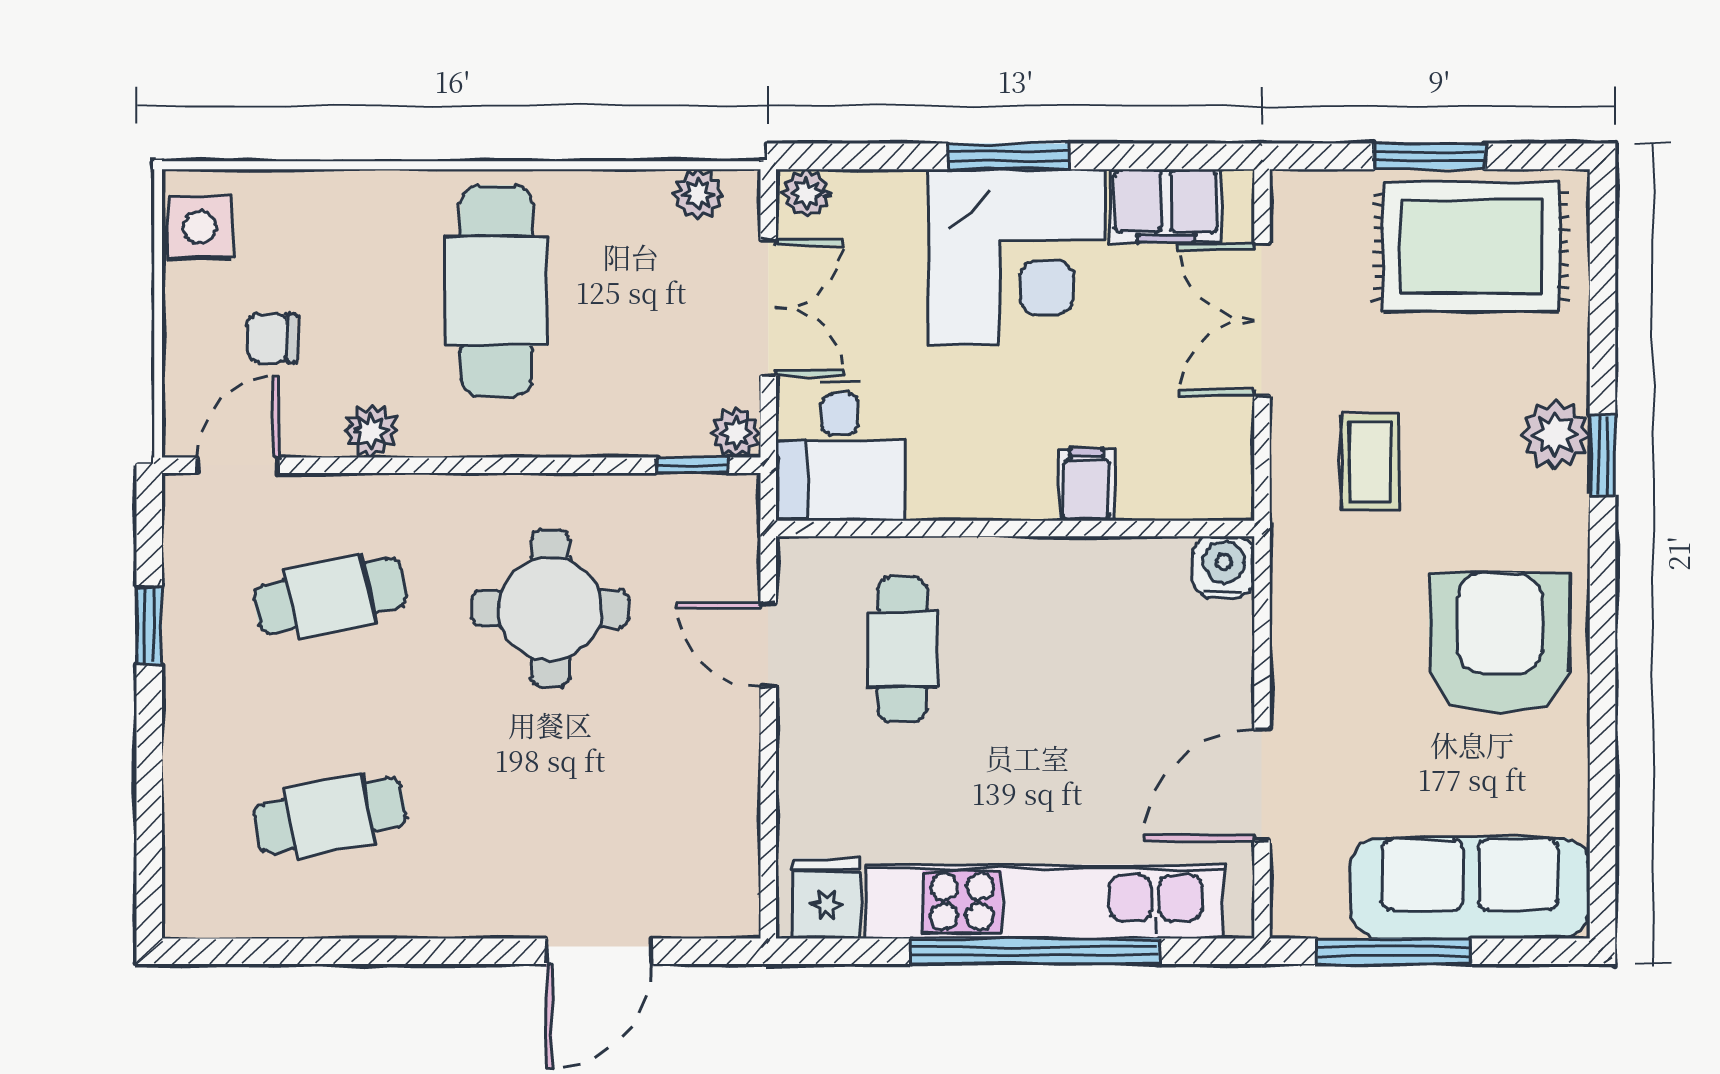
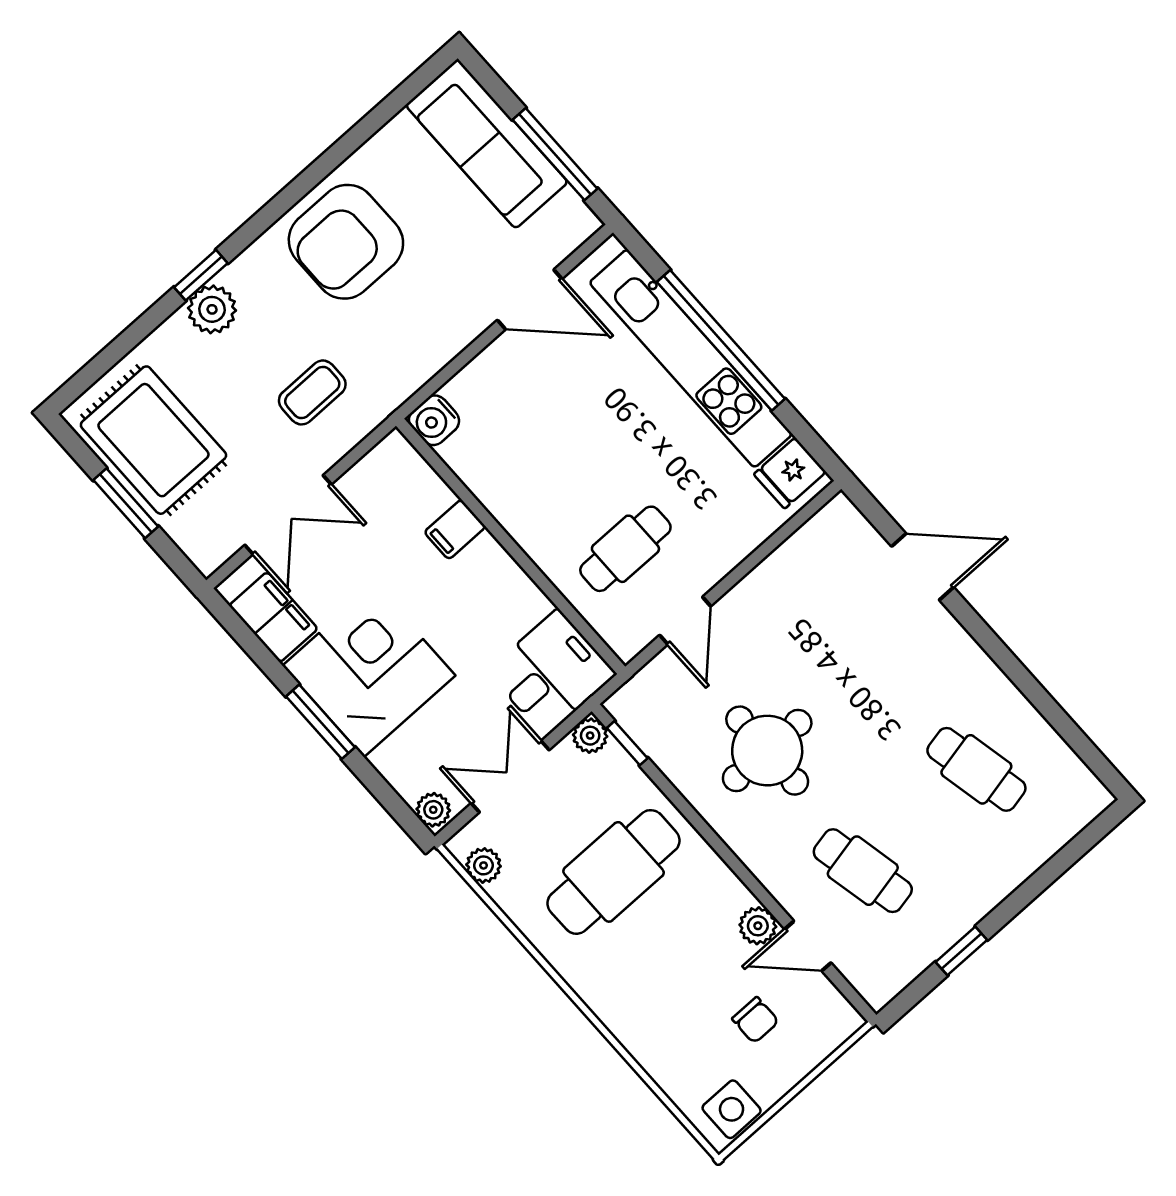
cafe table: (496, 291) -> (614, 872), moved
door: (238, 465) -> (808, 946), moved

